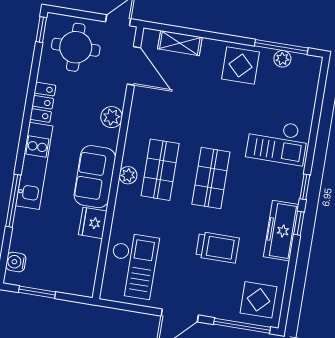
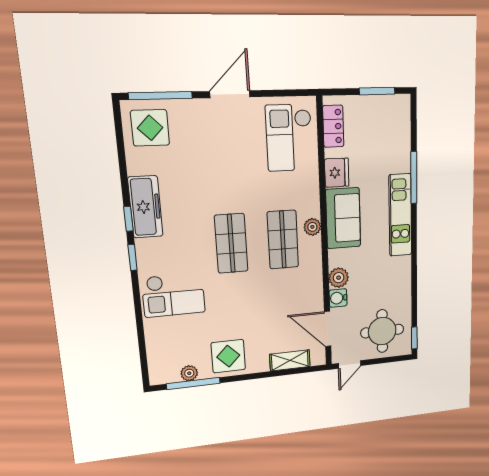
locker: (43, 102) -> (333, 126), moved, turned 180
checkout: (277, 142) -> (174, 295), turned 180
trolley: (218, 247) -> (208, 175), removed
water cooler: (16, 262) -> (338, 298), moved, turned 180

